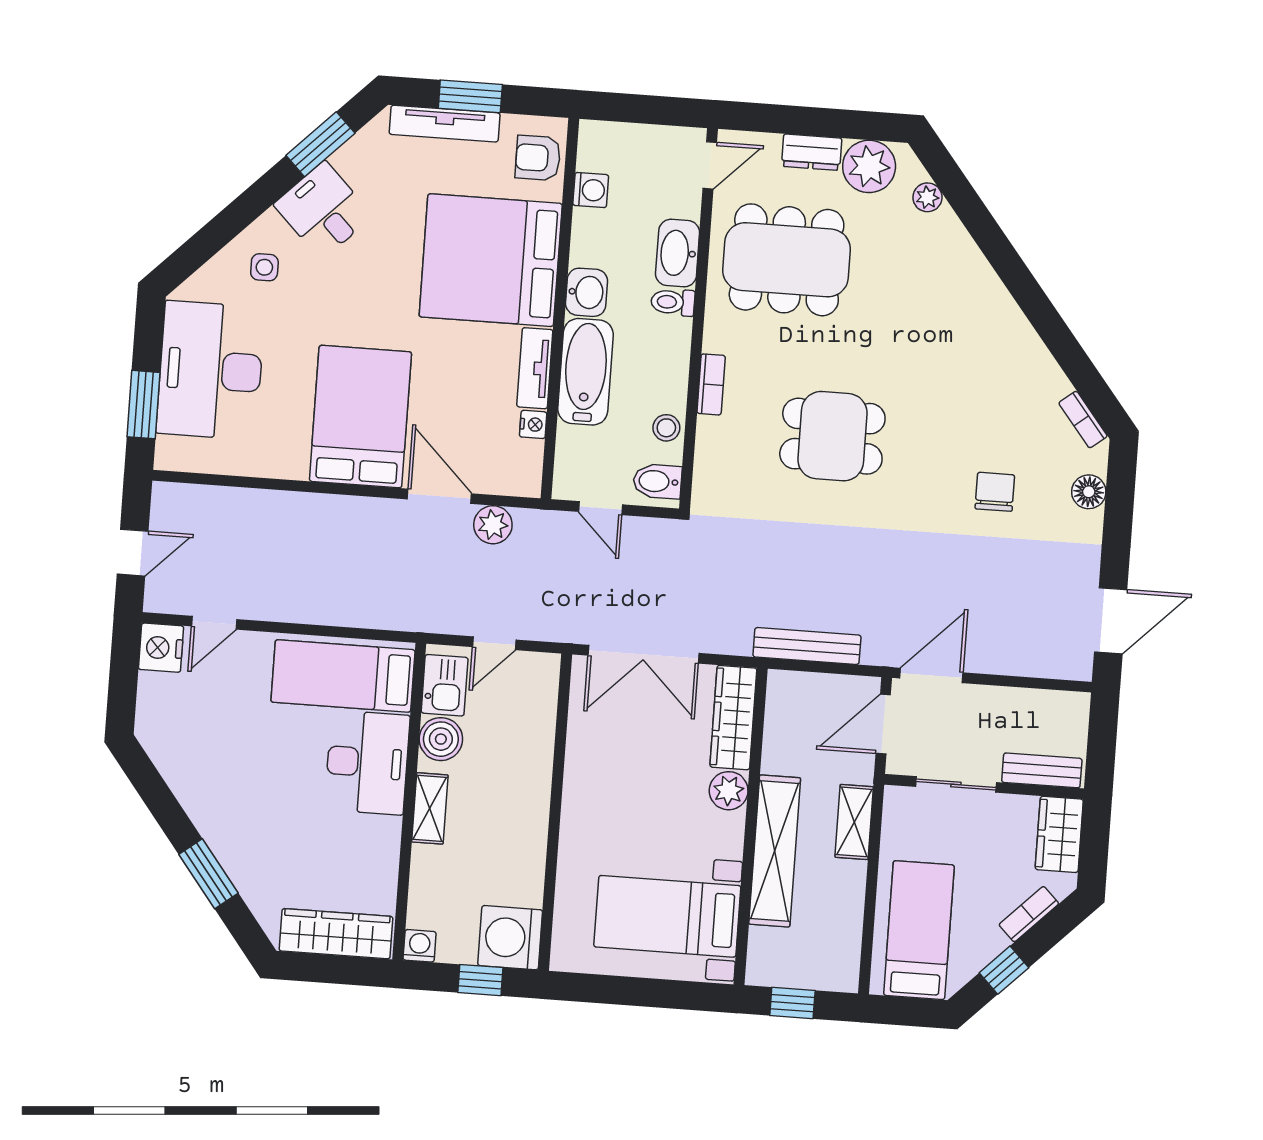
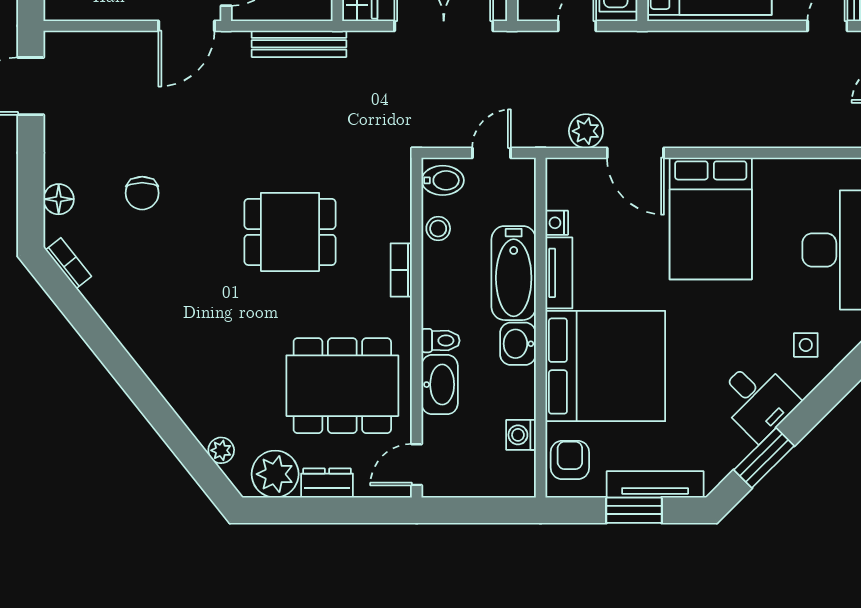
armchair: (538, 158) -> (570, 460), turned -90
door: (601, 508) -> (491, 153), hinge flipped

